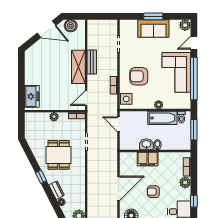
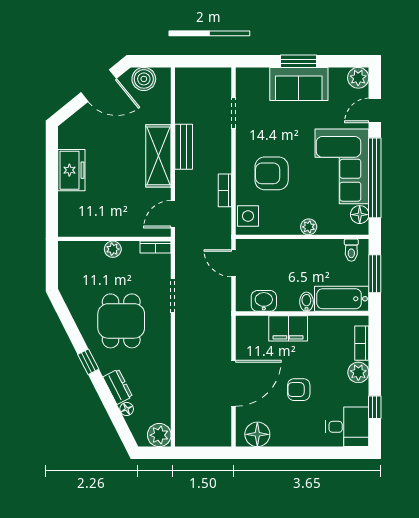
freezer: (32, 96) -> (71, 170), moved
floor lamp: (186, 98) -> (360, 215), added
bathtub: (162, 118) -> (342, 299), moved, turned 180
washbasin: (146, 144) -> (264, 301), moved

